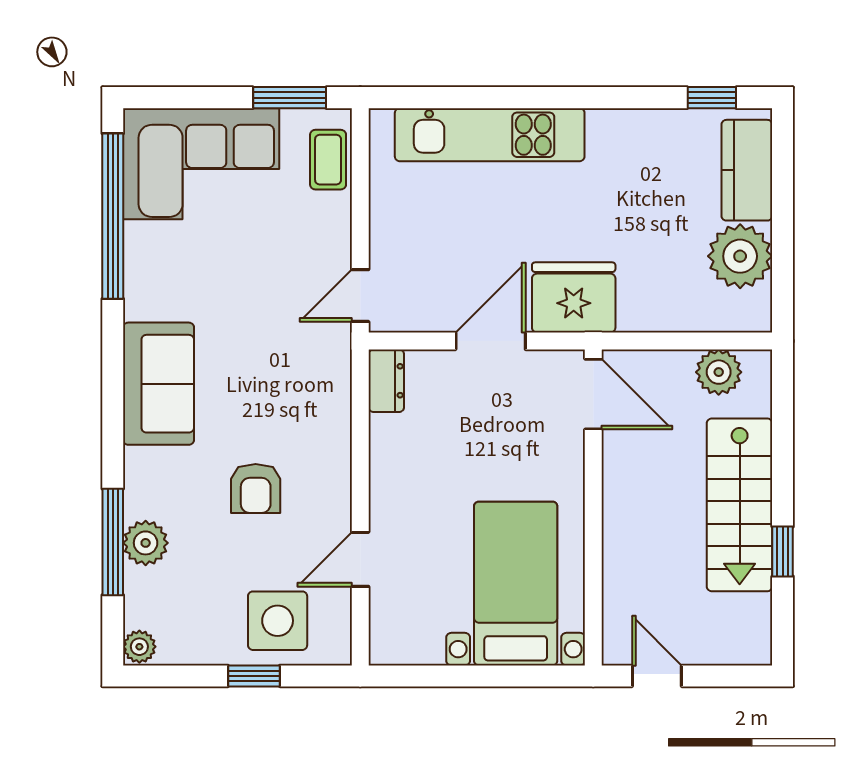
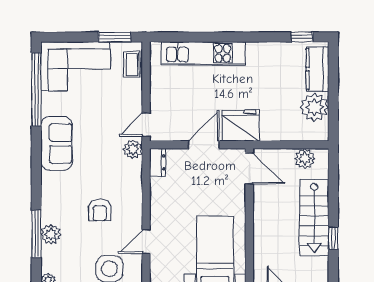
plant: (330, 351) -> (133, 149), added
sofa: (159, 384) -> (57, 143), moved

